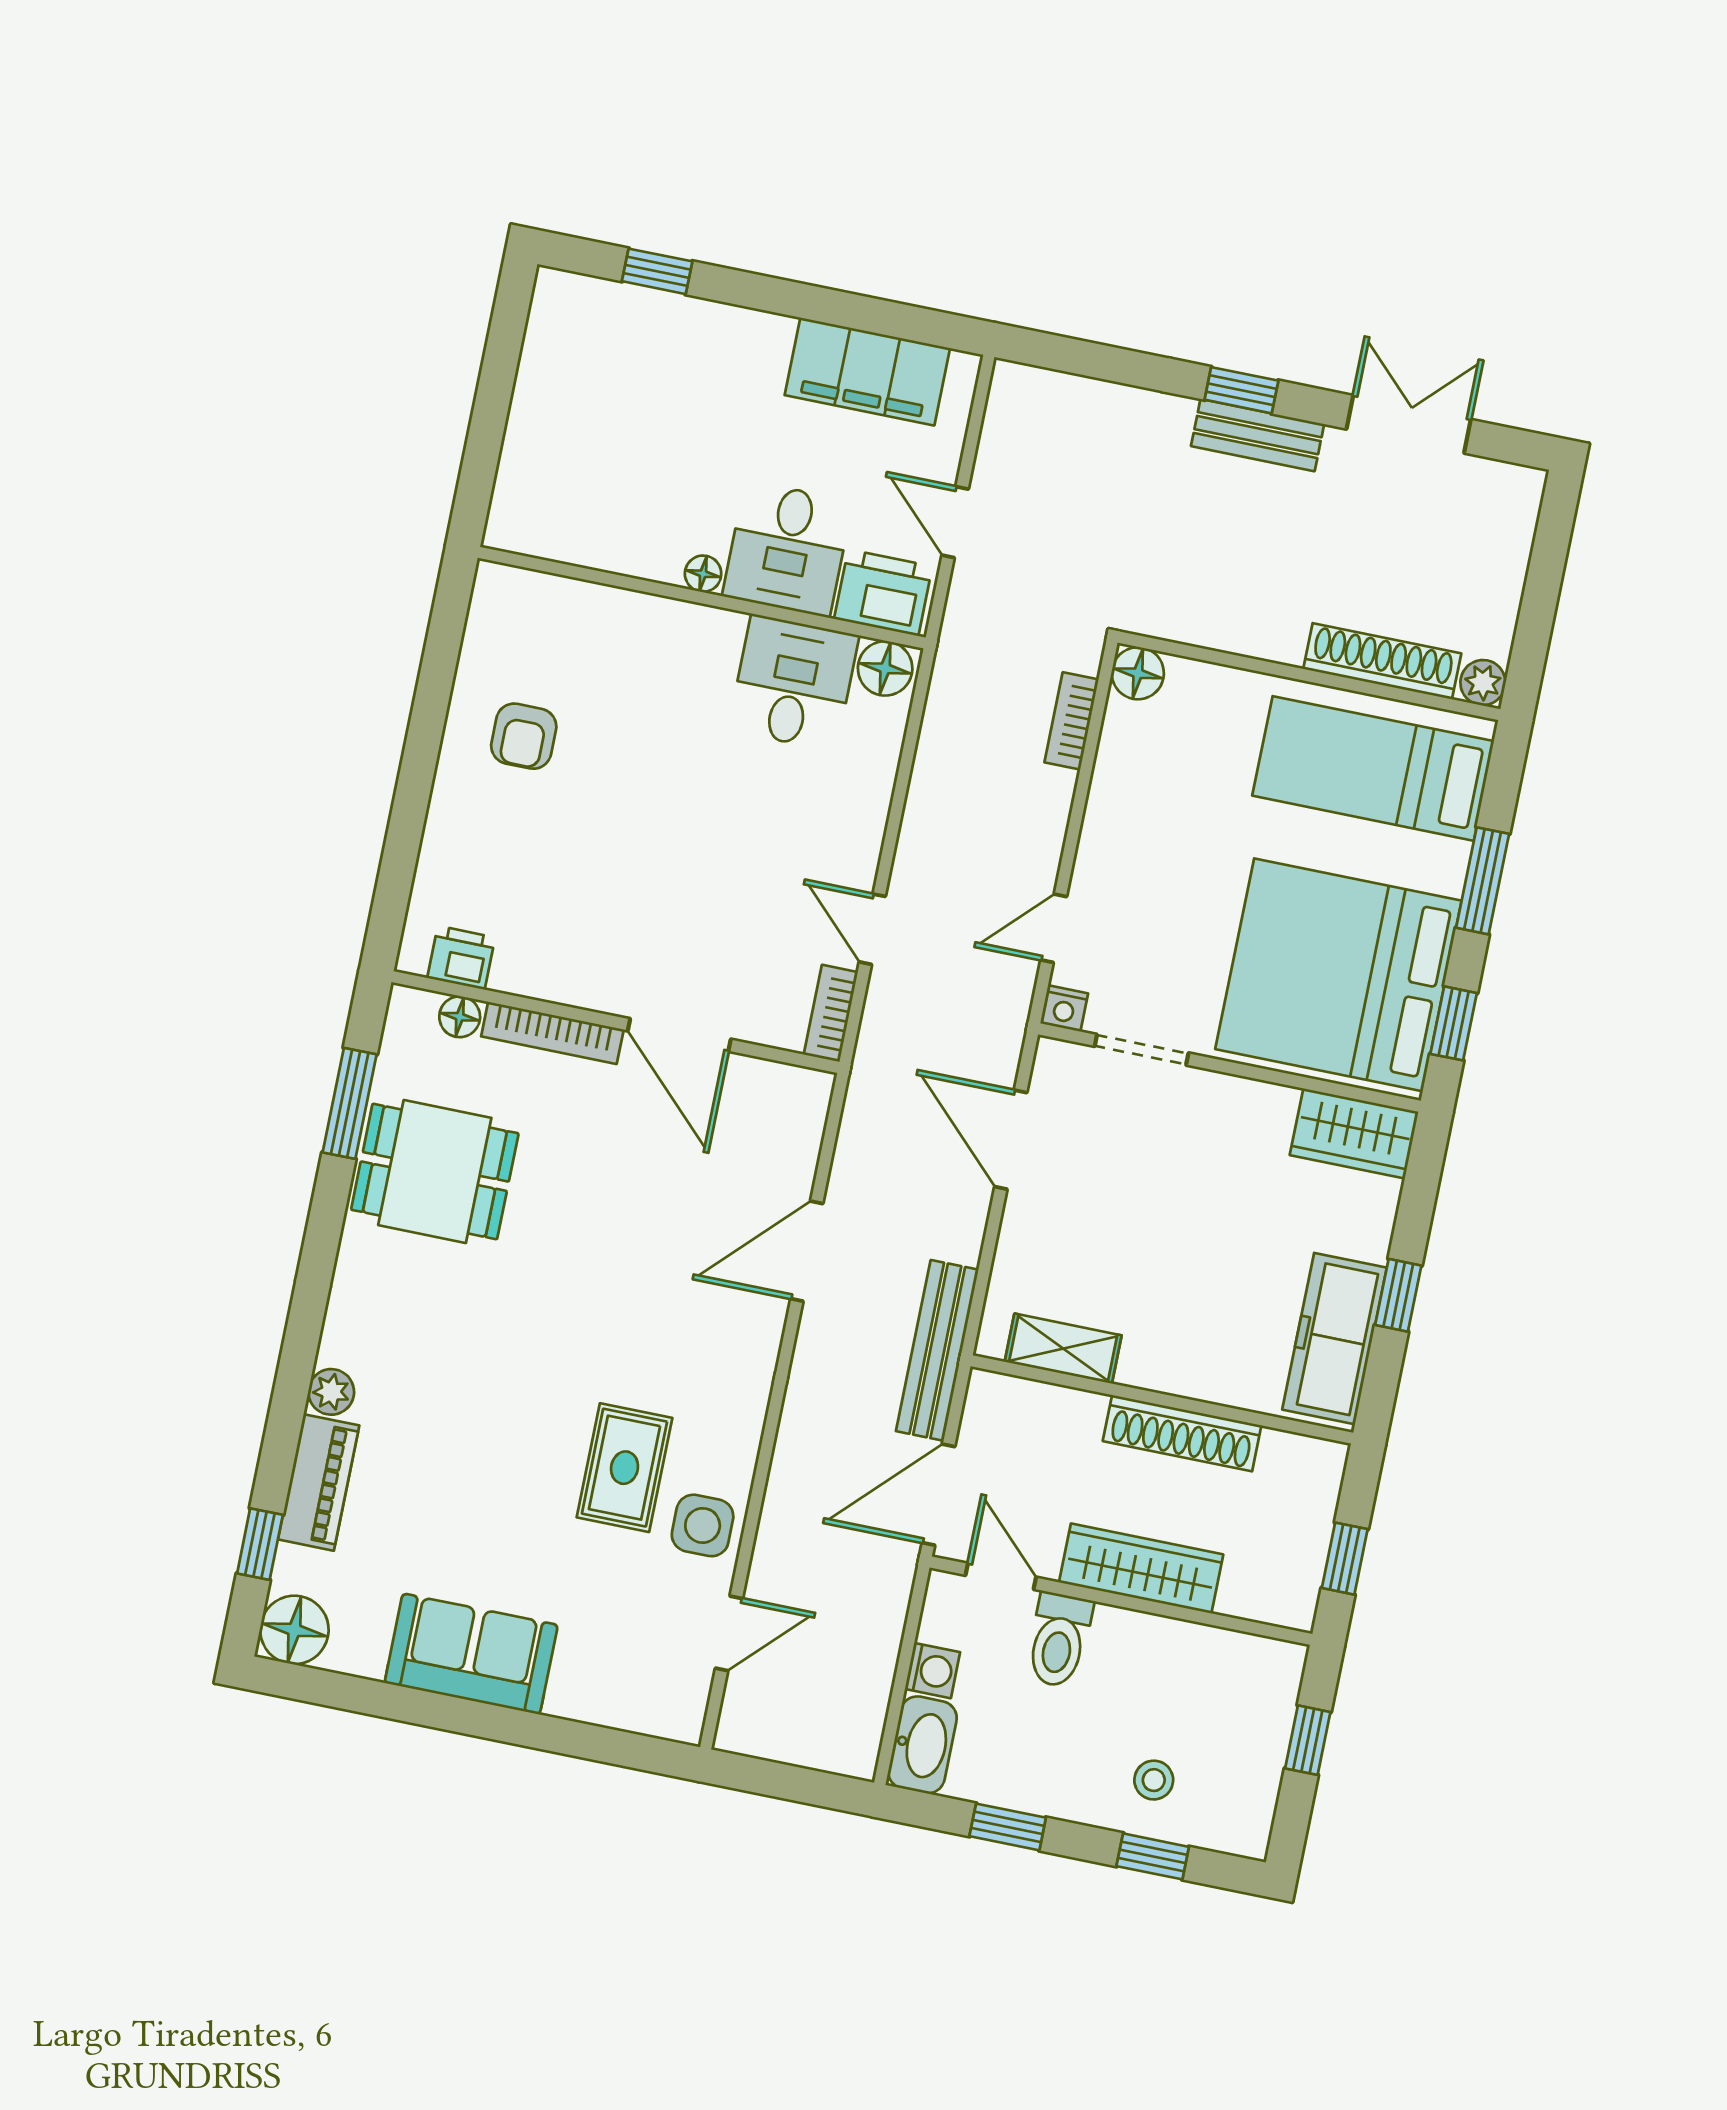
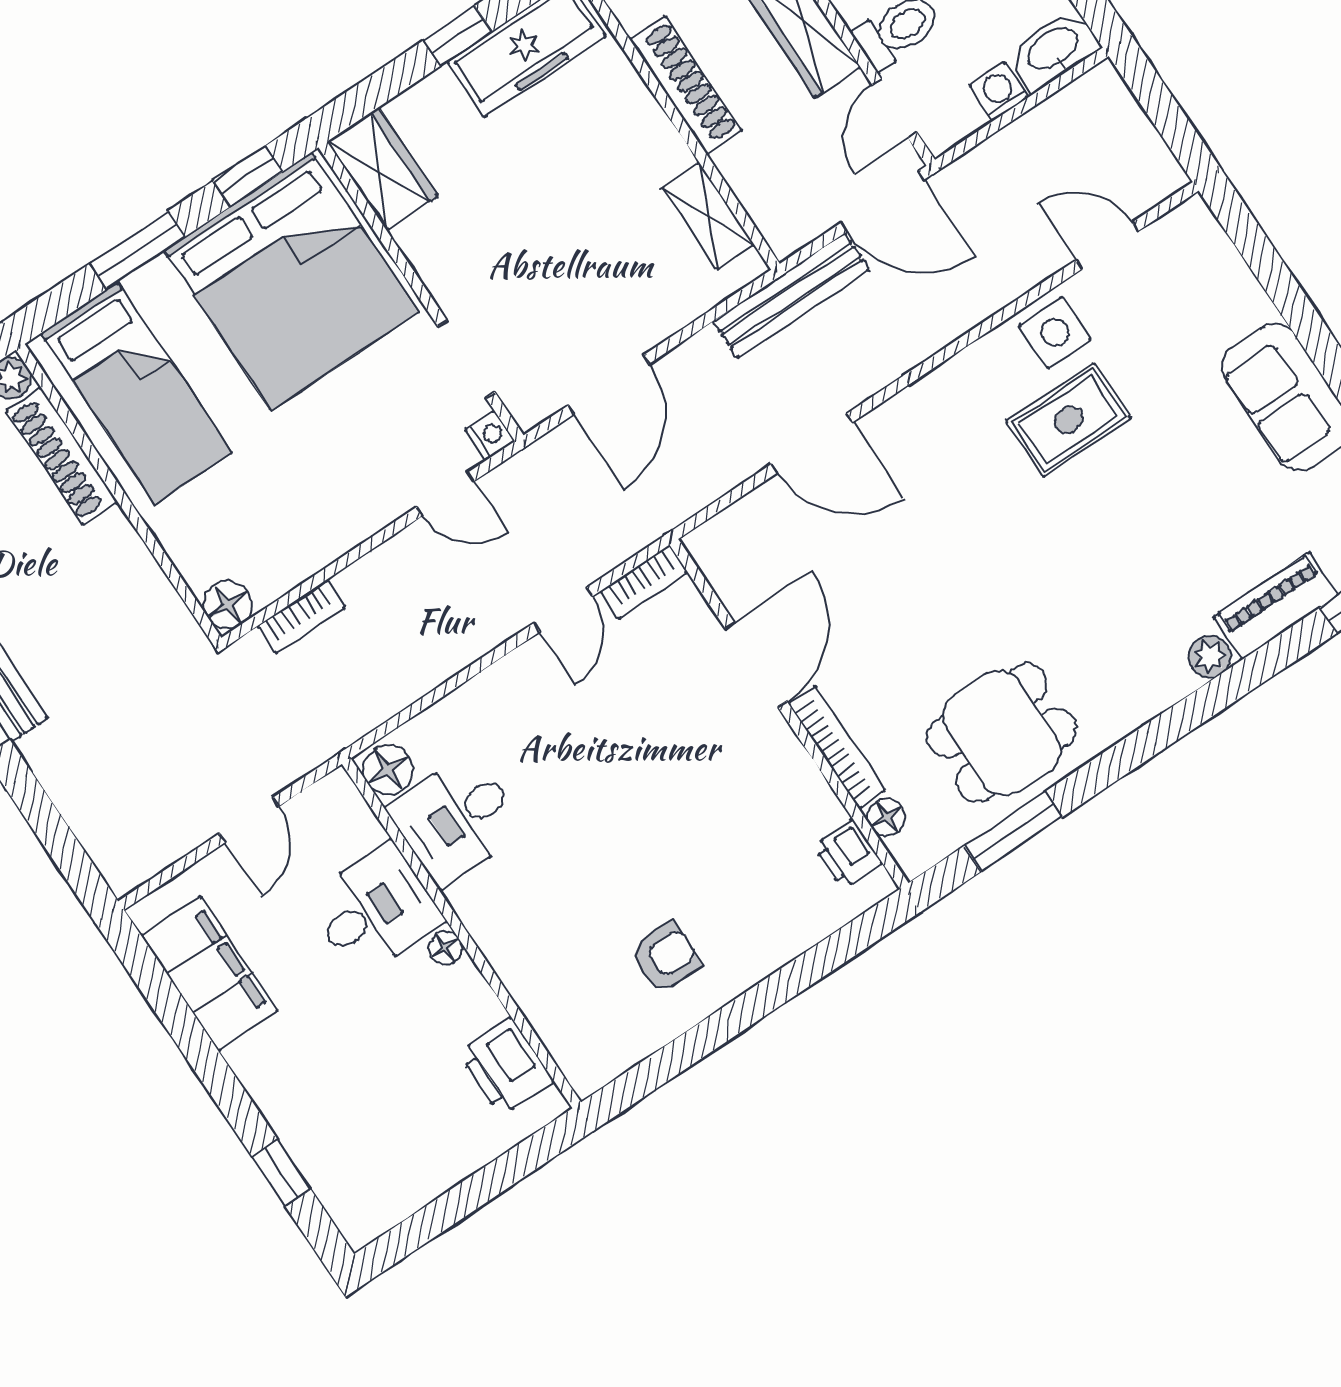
printer: (883, 593) -> (506, 1067), moved
dining table: (435, 1172) -> (1002, 733), turned 90

